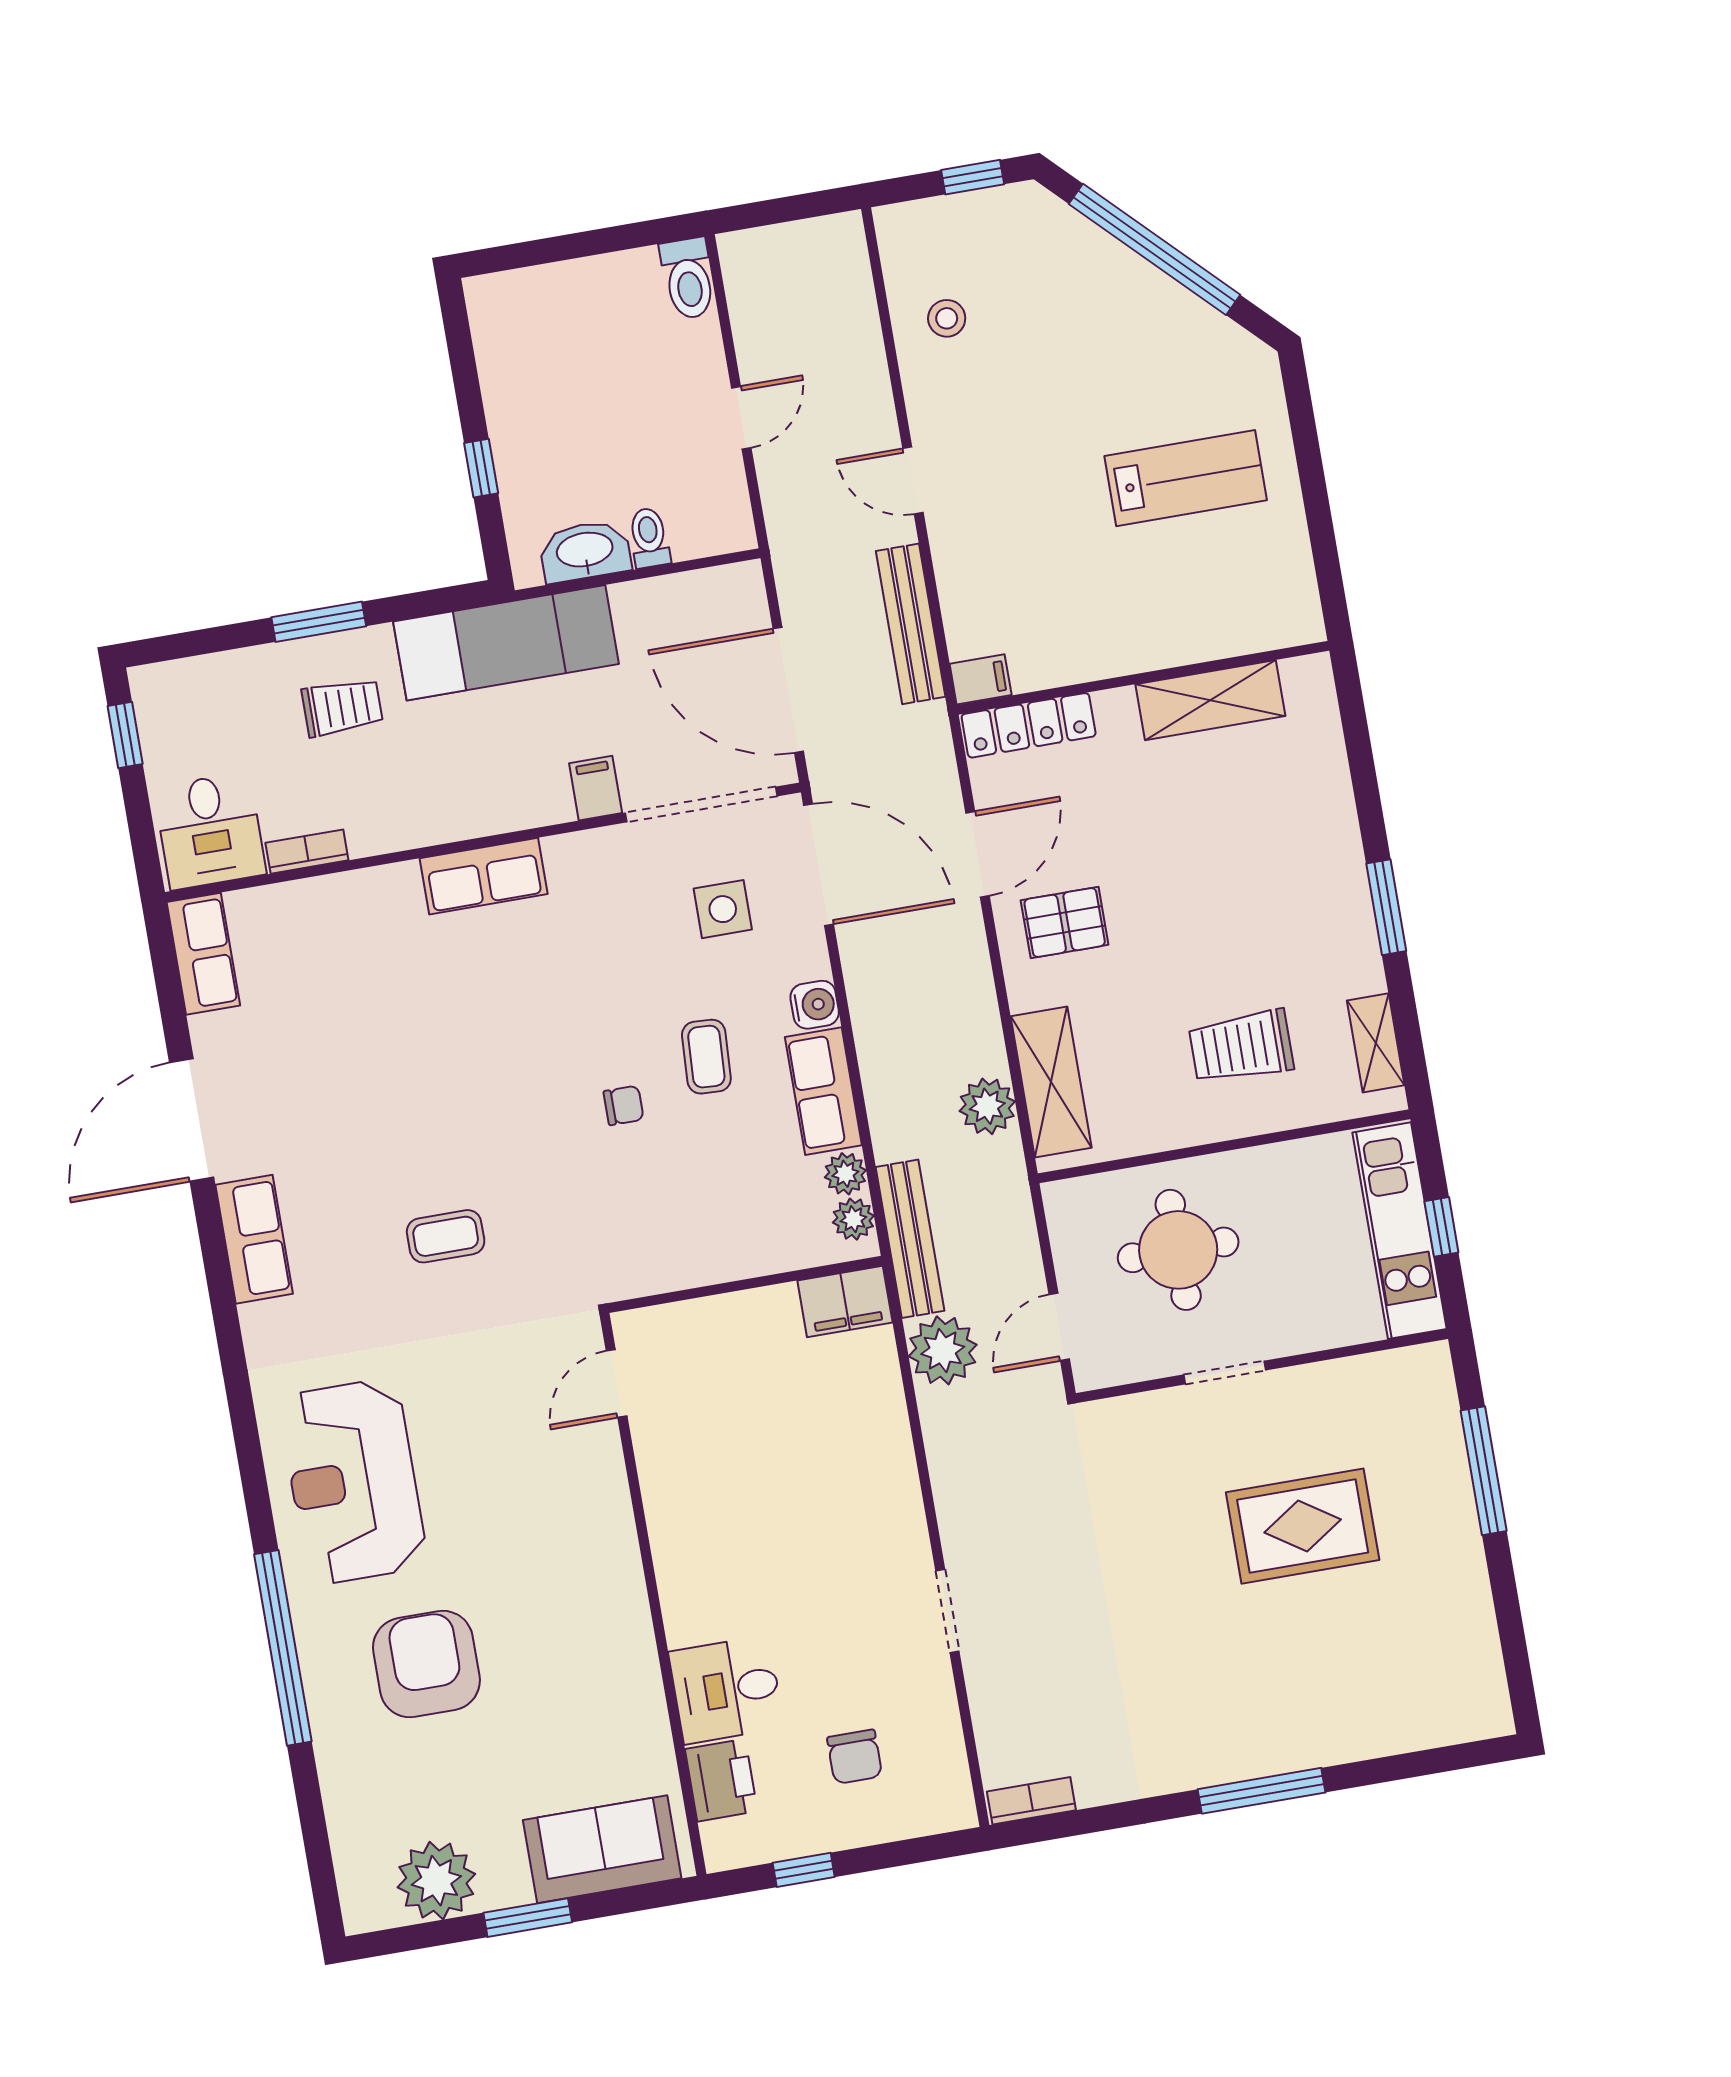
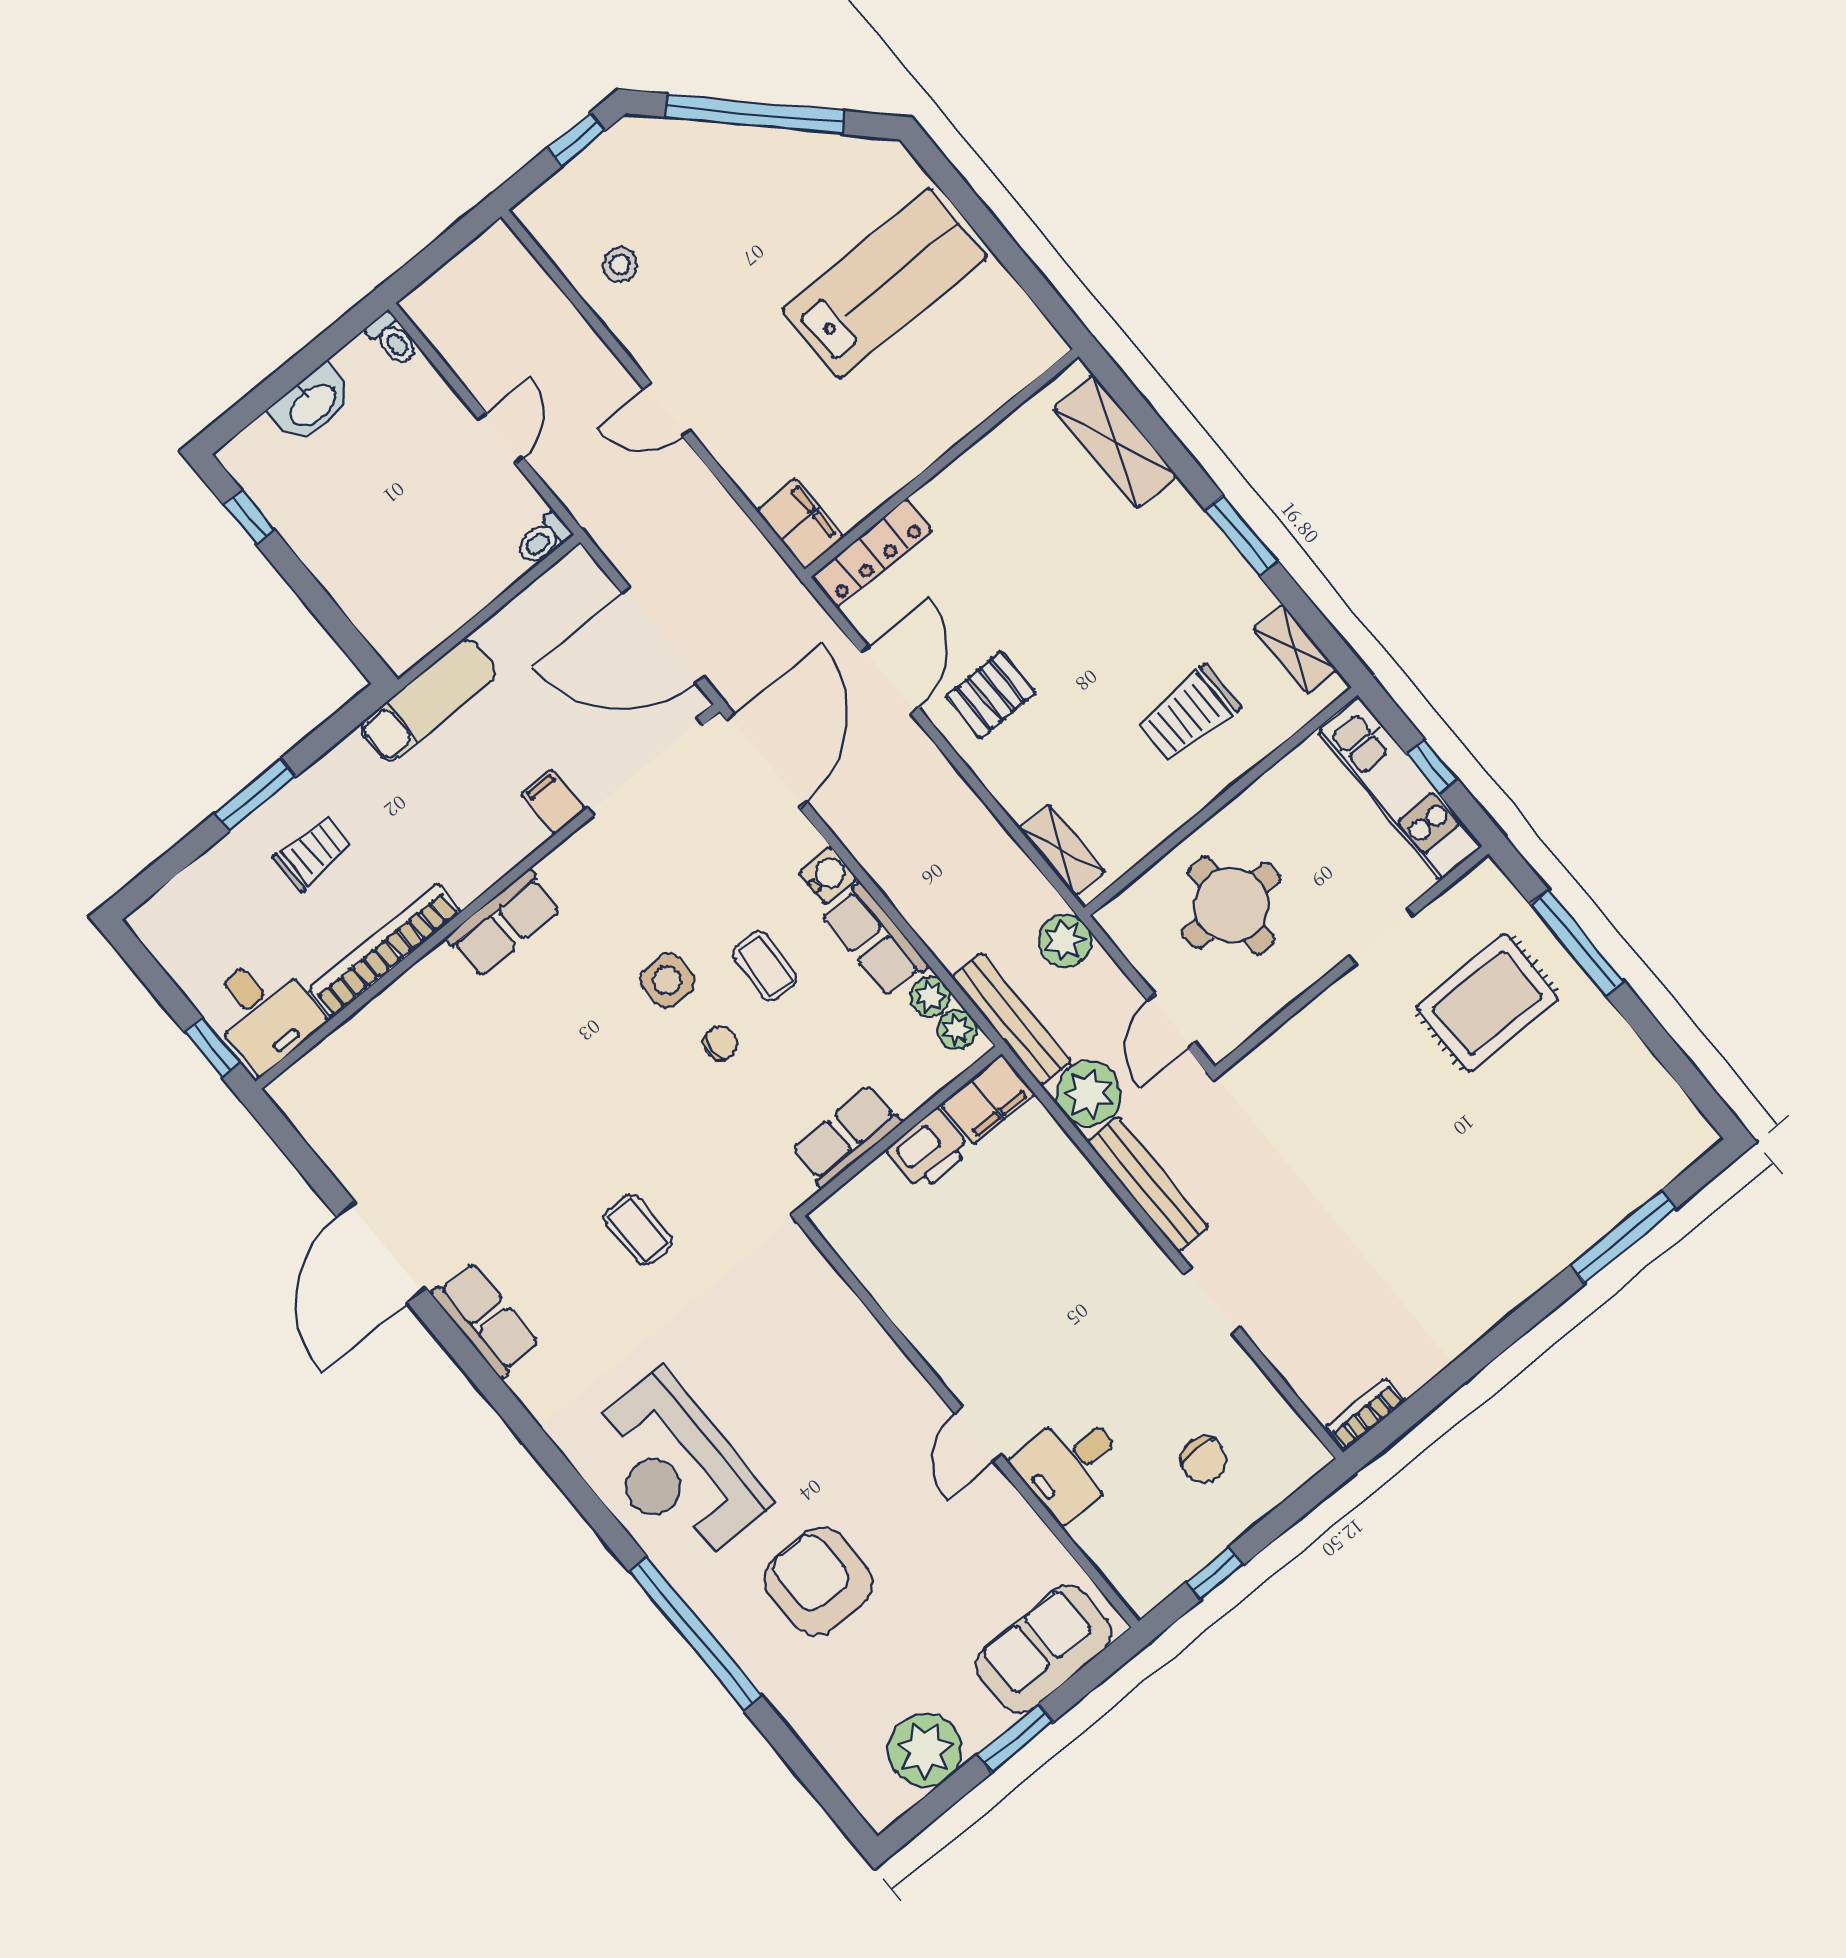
toilet: (688, 278) -> (392, 339), width x0.73, depth x0.72
window: (481, 468) -> (249, 517), moved
lab bench: (1186, 478) -> (884, 283), width x1.36, depth x1.39
toilet: (649, 538) -> (543, 539), moved, turned -90
washbasin: (585, 551) -> (312, 404), moved, turned 180
bench: (911, 624) -> (1148, 1184), moved
exam couch: (506, 643) -> (428, 700), width x0.73, depth x0.69
filing cabinet: (981, 679) -> (800, 524), width x2.00
shelving: (1210, 700) -> (1115, 442), moved, turned 90
window: (125, 735) -> (213, 1048), moved
bookcase: (307, 852) -> (385, 951), width x2.31, depth x1.31
door: (819, 865) -> (767, 761), hinge flipped
side table: (723, 909) -> (667, 981), moved
row of seats: (203, 954) -> (847, 1136), moved, turned -90
shelving: (1051, 1082) -> (1062, 850), width x0.67, depth x0.75
plant: (987, 1106) -> (1065, 941), moved
coffee table: (446, 1236) -> (638, 1229), turned 90
doorway: (1225, 1372) -> (1381, 936), moved
door: (617, 1384) -> (978, 1434), moved
rug: (1303, 1526) -> (1487, 1003), moved
printer: (721, 1780) -> (929, 1150), moved, turned 90
window: (1262, 1791) -> (1624, 1237), moved

